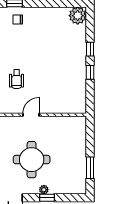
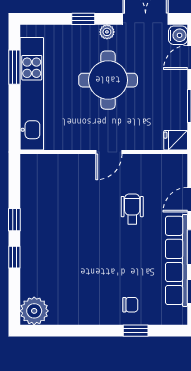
kitchen unit: (79, 151) -> (32, 94), added
plant: (44, 190) -> (107, 32), moved

